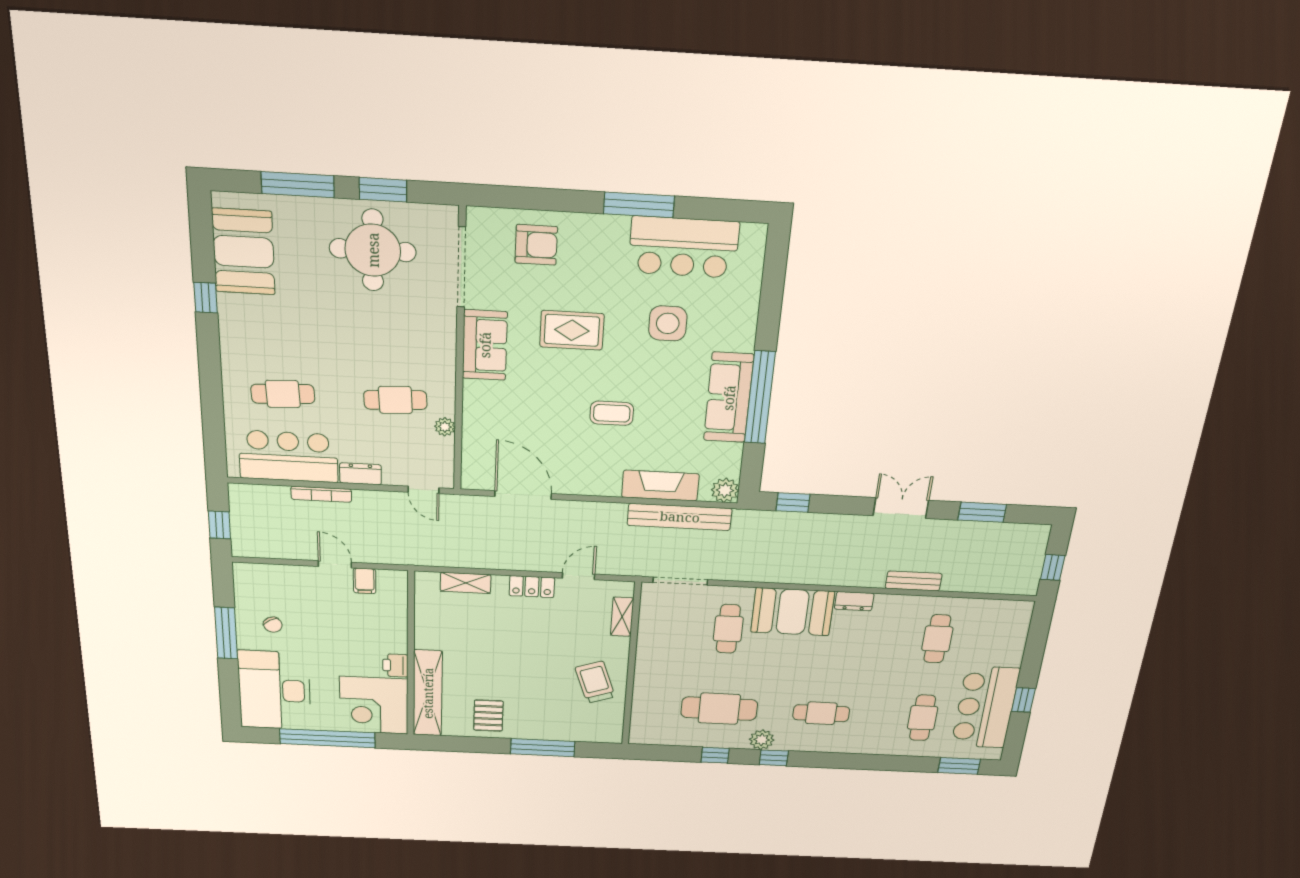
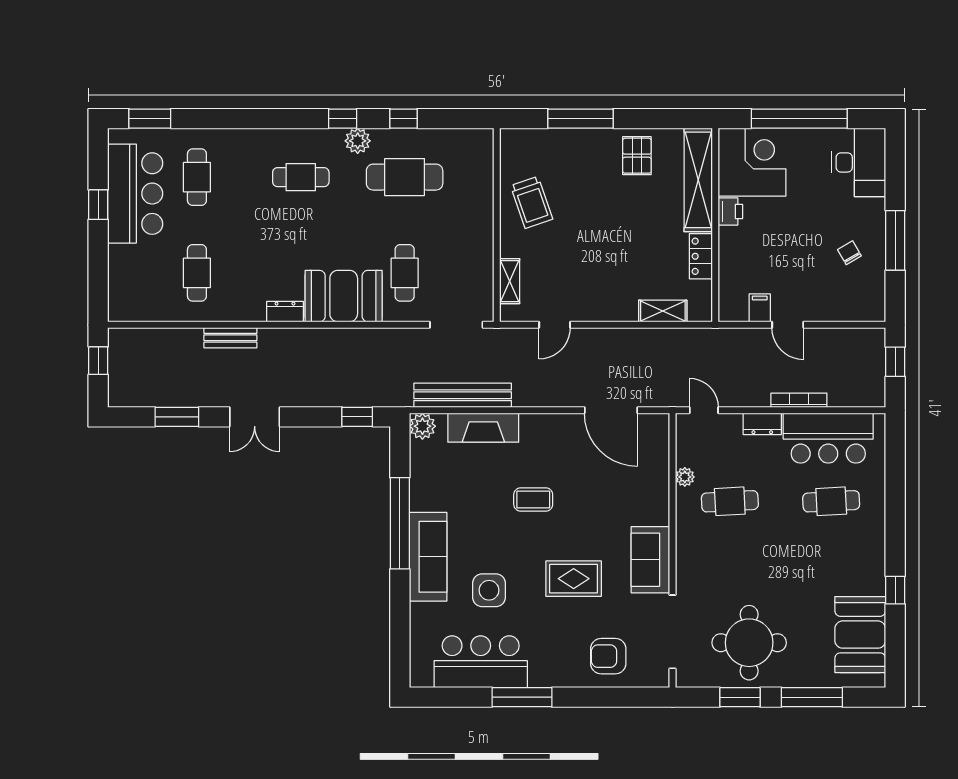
sofa: (729, 398) -> (428, 557), moved
locker: (532, 587) -> (701, 256), moved, turned -90
desk: (274, 690) -> (859, 162), width x0.73, depth x0.77

